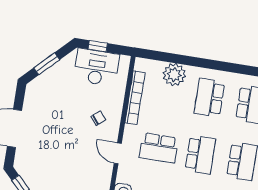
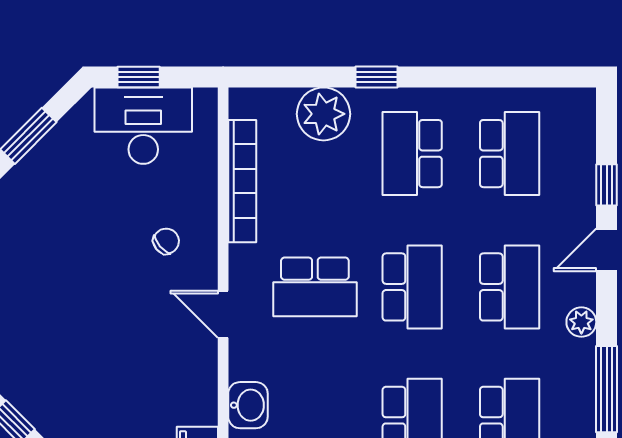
window: (199, 62) -> (377, 77), added

